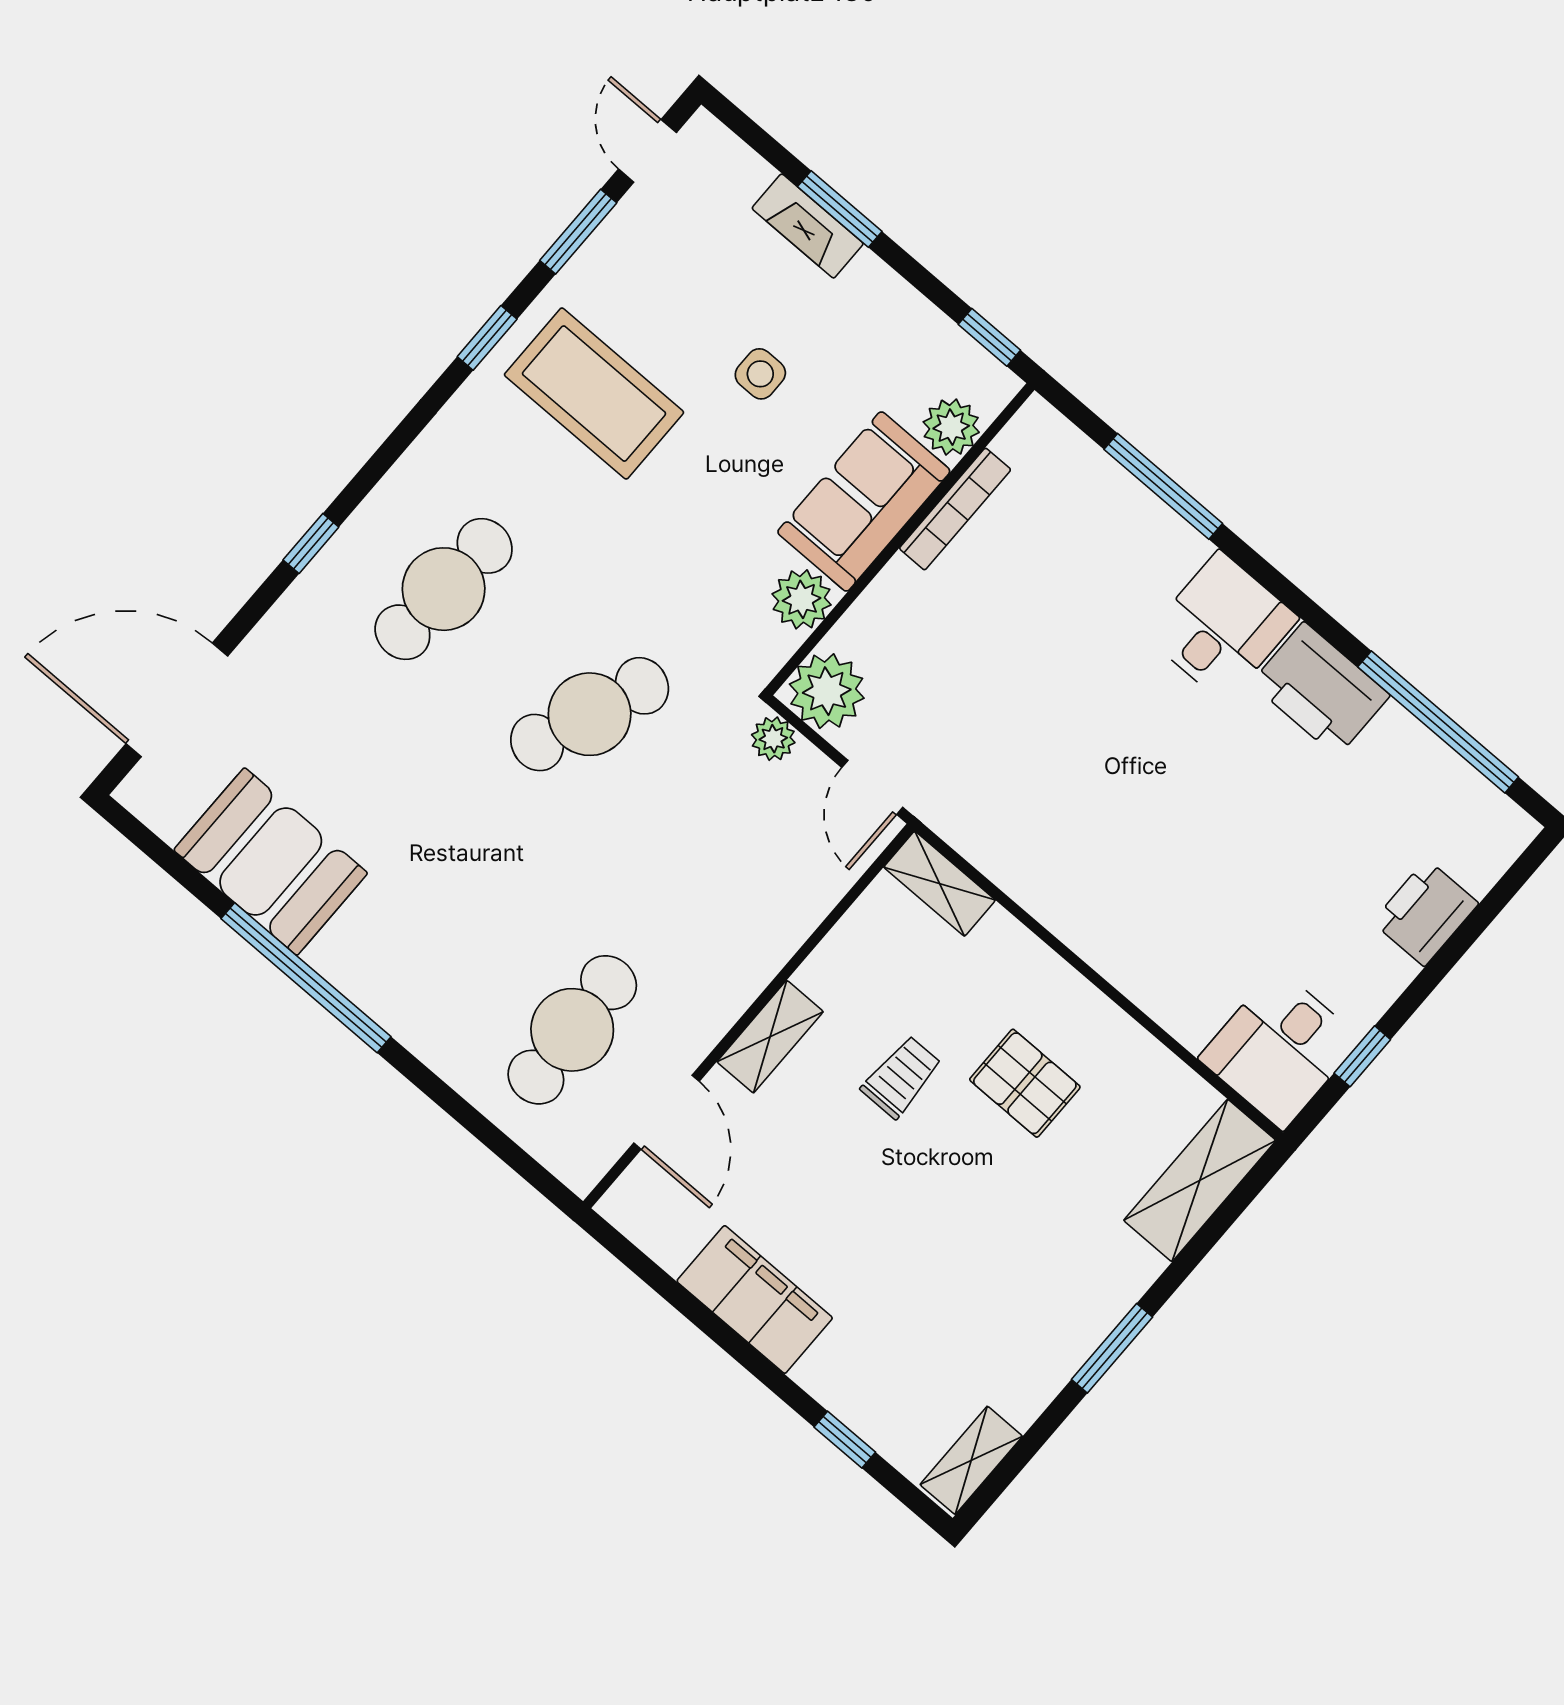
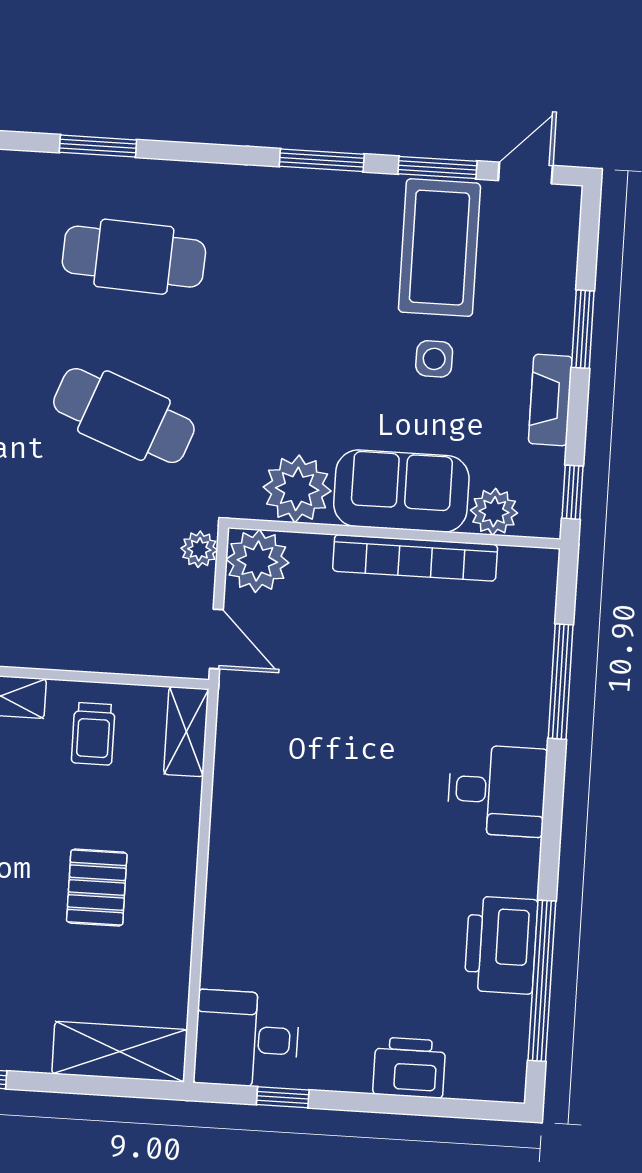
fireplace: (808, 226) -> (550, 400), moved
window: (487, 338) -> (322, 160), width x1.50
coffee table: (594, 394) -> (439, 248), moved
bookcase: (955, 509) -> (415, 558), width x1.48, depth x1.31
window: (311, 543) -> (98, 146), width x1.50
plant: (802, 599) -> (297, 489), width x1.36, depth x1.36
printer: (1320, 689) -> (501, 945), moved
door: (872, 787) -> (216, 639), swing flipped
trolley: (901, 1077) -> (93, 734), moved, turned 90

